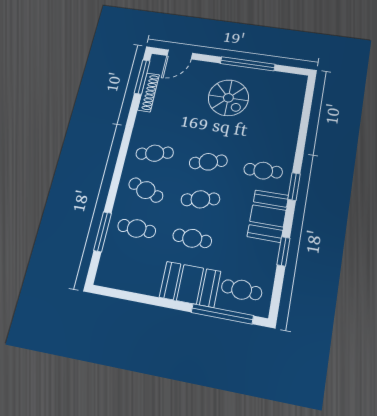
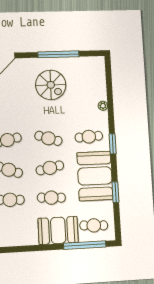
plant: (292, 136) -> (103, 106), added
cafe table: (208, 162) -> (48, 138), turned 33
booth: (268, 216) -> (95, 176), width x1.36, depth x1.42

